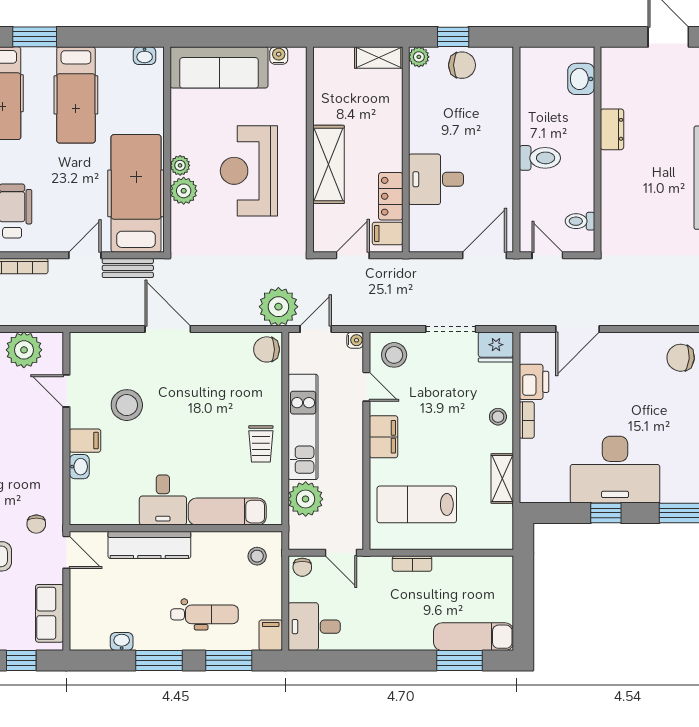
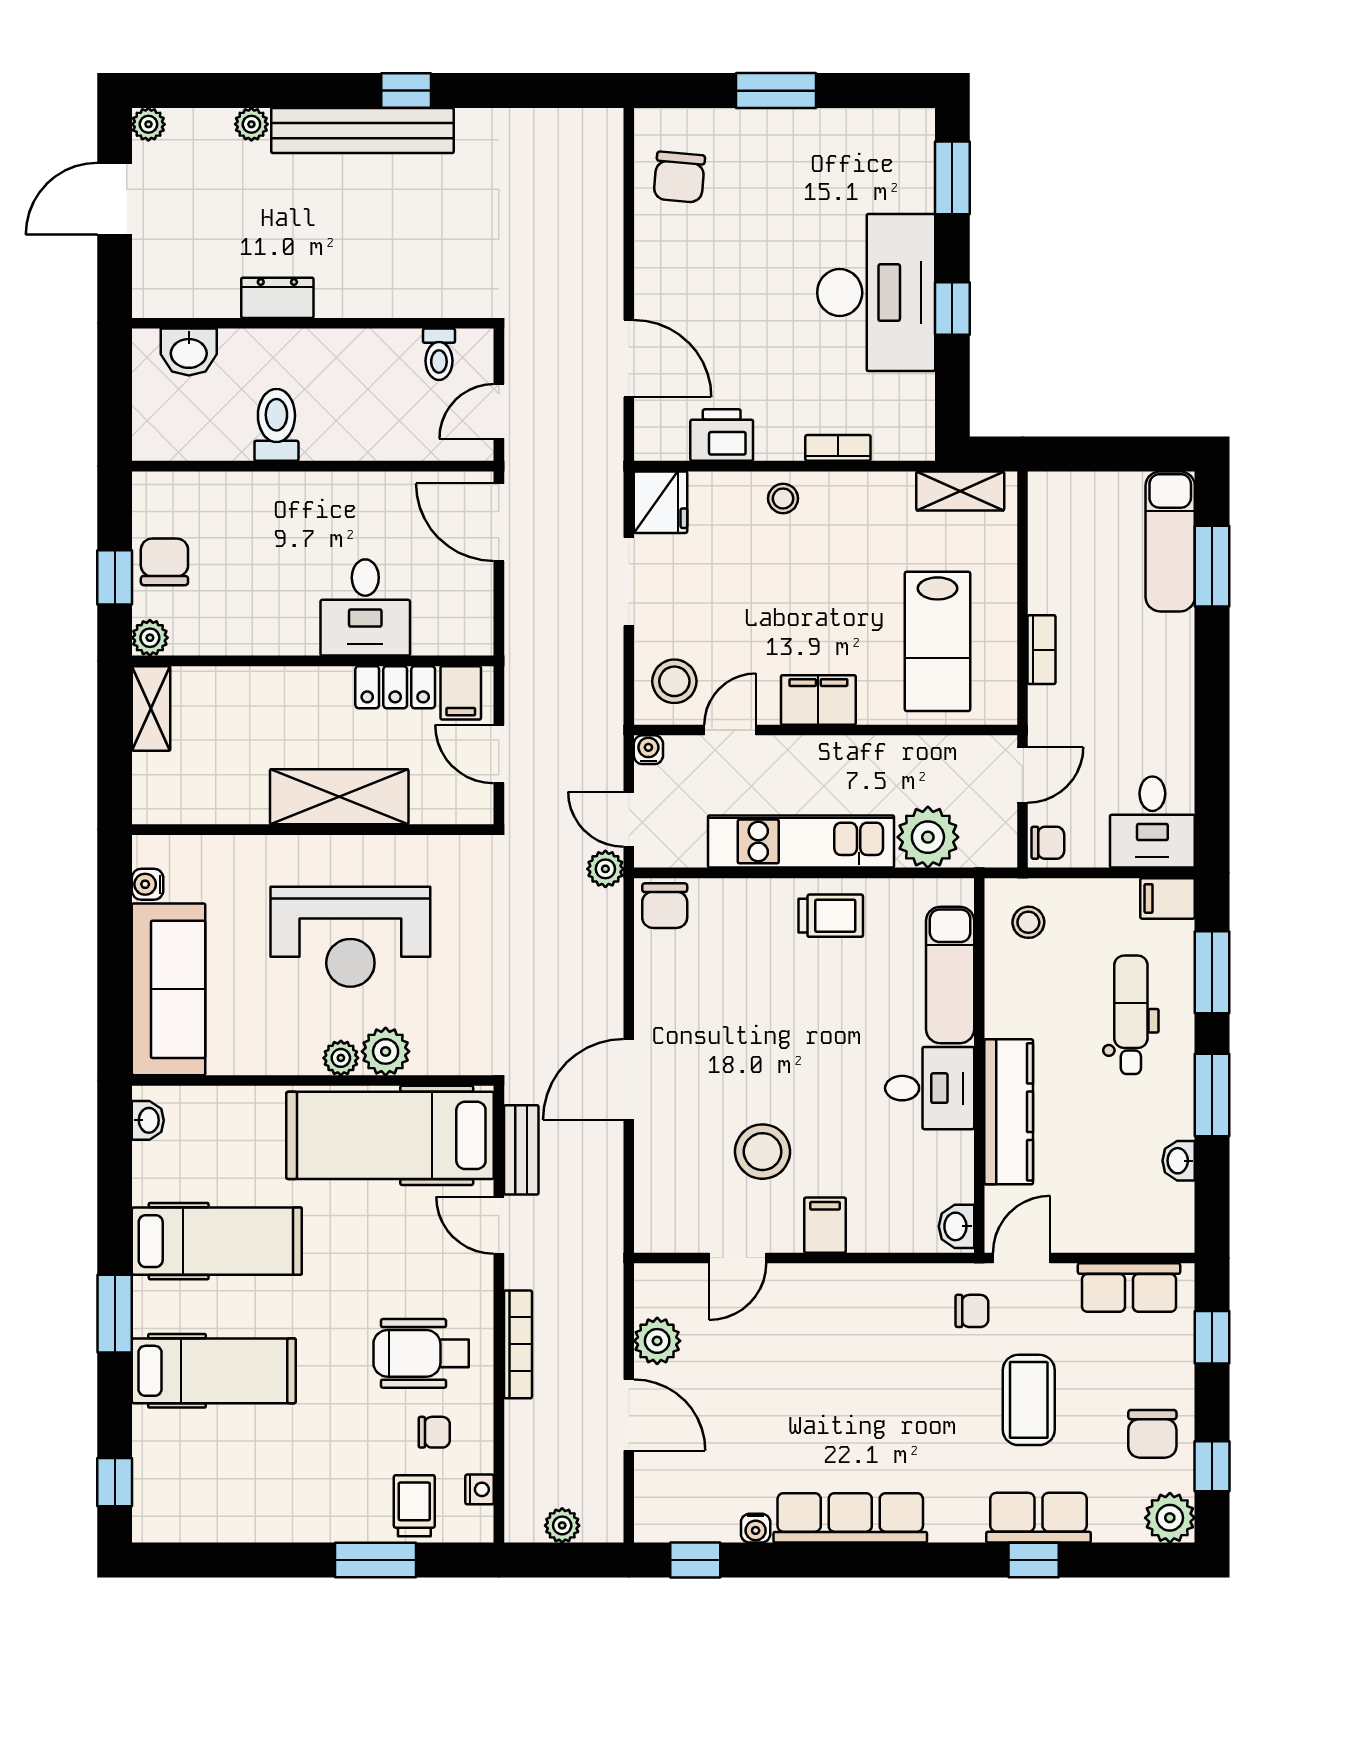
toilet: (540, 158) -> (276, 425), moved
plant: (278, 307) -> (605, 869), width x0.53, depth x0.53
plant: (24, 350) -> (657, 1341), width x0.73, depth x0.73
bookcase: (527, 420) -> (838, 448), moved
washbasin: (79, 467) -> (956, 1226), moved, turned -90
shelving: (502, 478) -> (960, 491), moved

